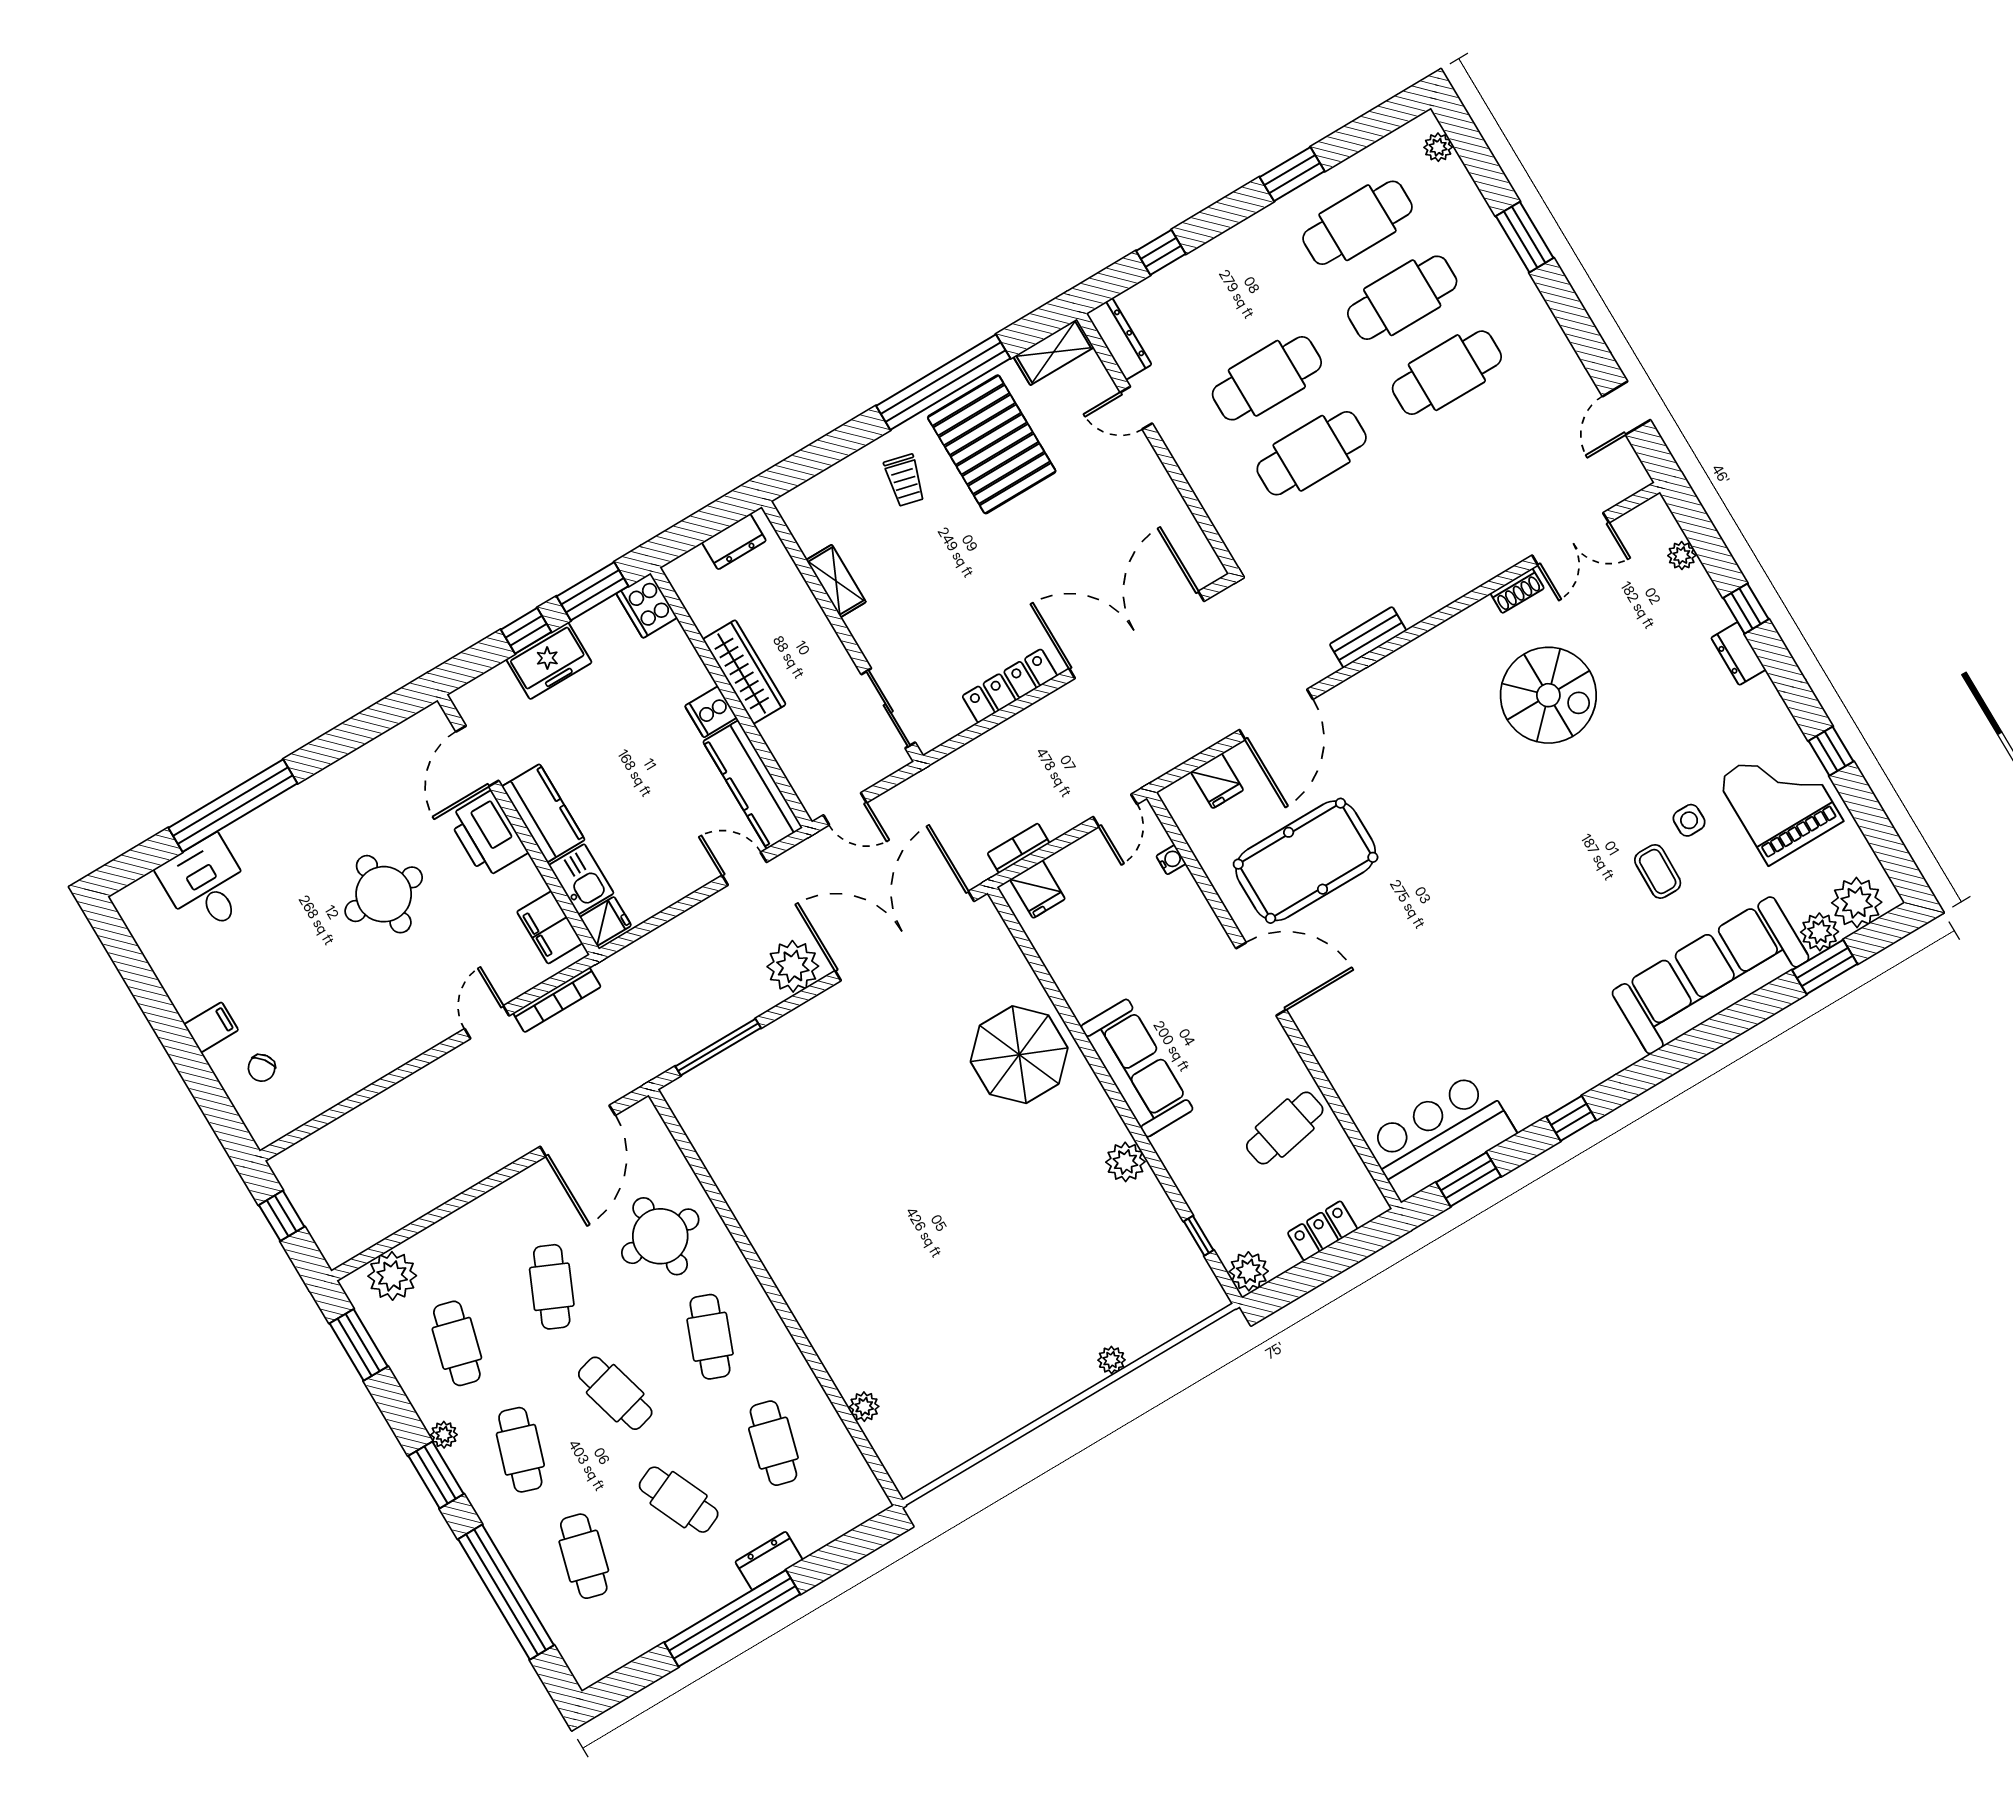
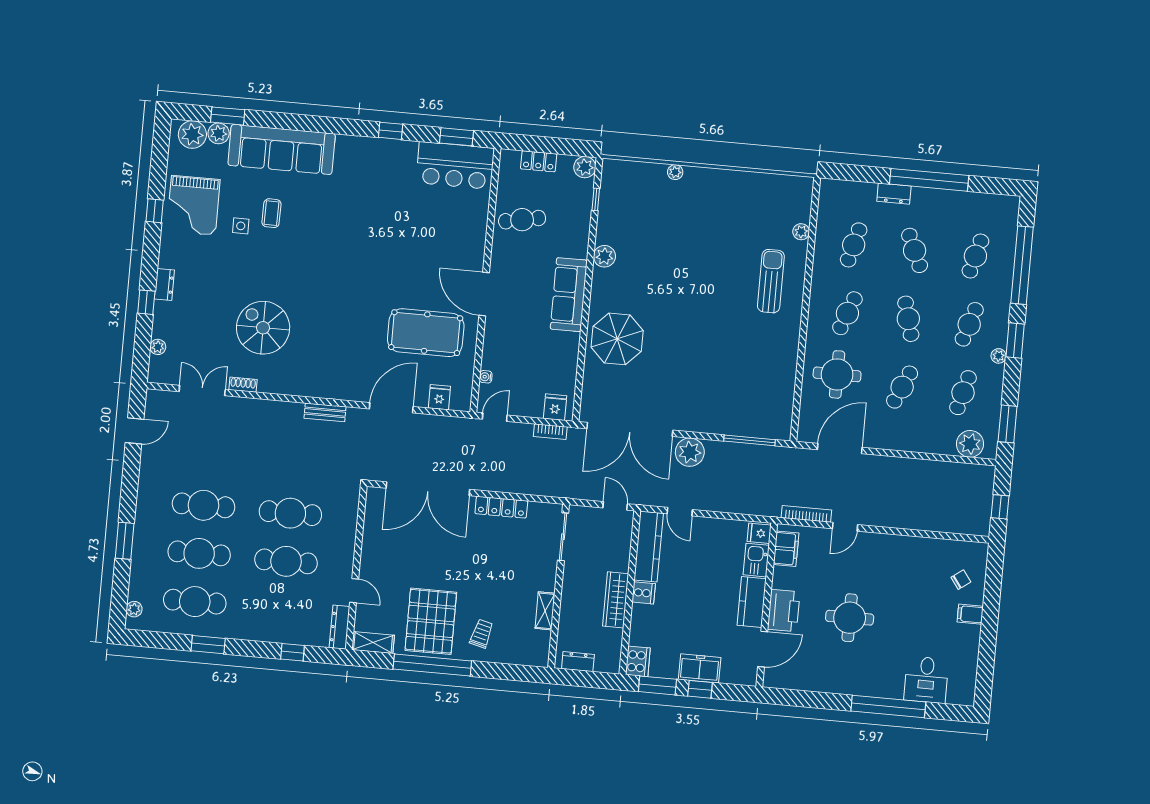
sun lounger: (856, 1302) -> (771, 281), added

